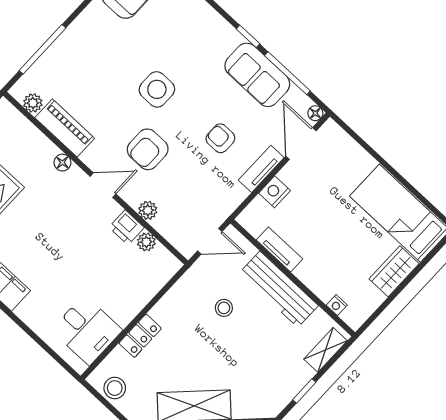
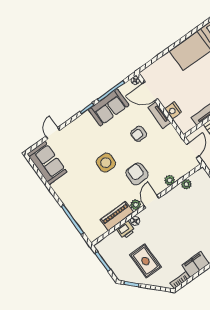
plant: (33, 103) -> (136, 205), moved
armchair: (148, 149) -> (137, 174), turned 180
printer: (127, 227) -> (126, 230), moved

